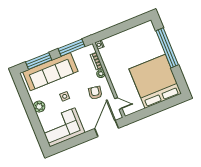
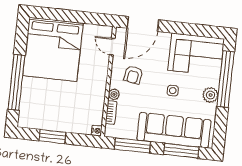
window: (126, 26) -> (52, 137), added
window: (35, 122) -> (226, 79), added

